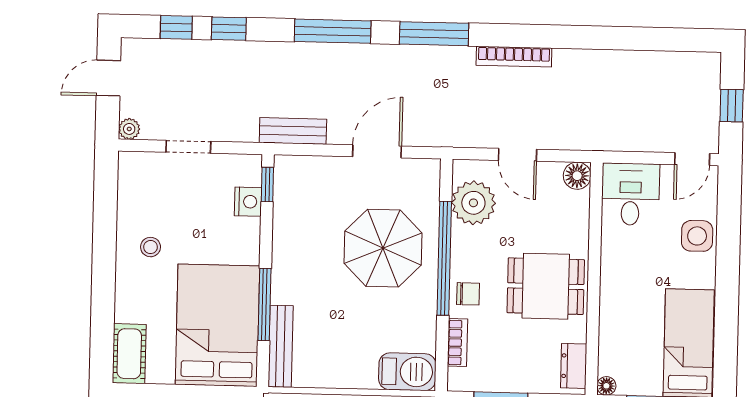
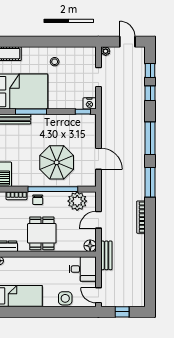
bench: (293, 131) -> (106, 255), moved
nightstand: (248, 202) -> (89, 103), moved

